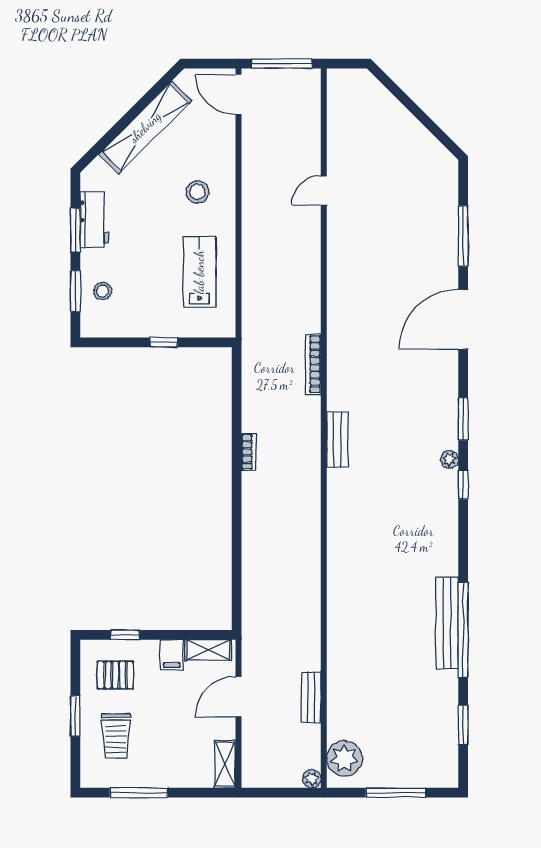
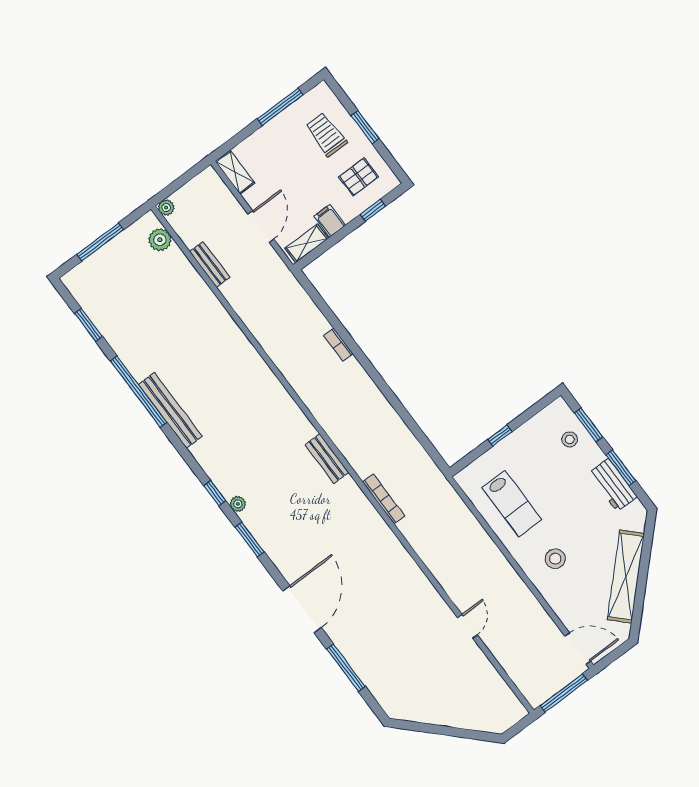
bookcase: (249, 452) -> (338, 345), moved
bench: (447, 623) -> (170, 410), moved
plant: (344, 759) -> (160, 240), width x0.73, depth x0.73

